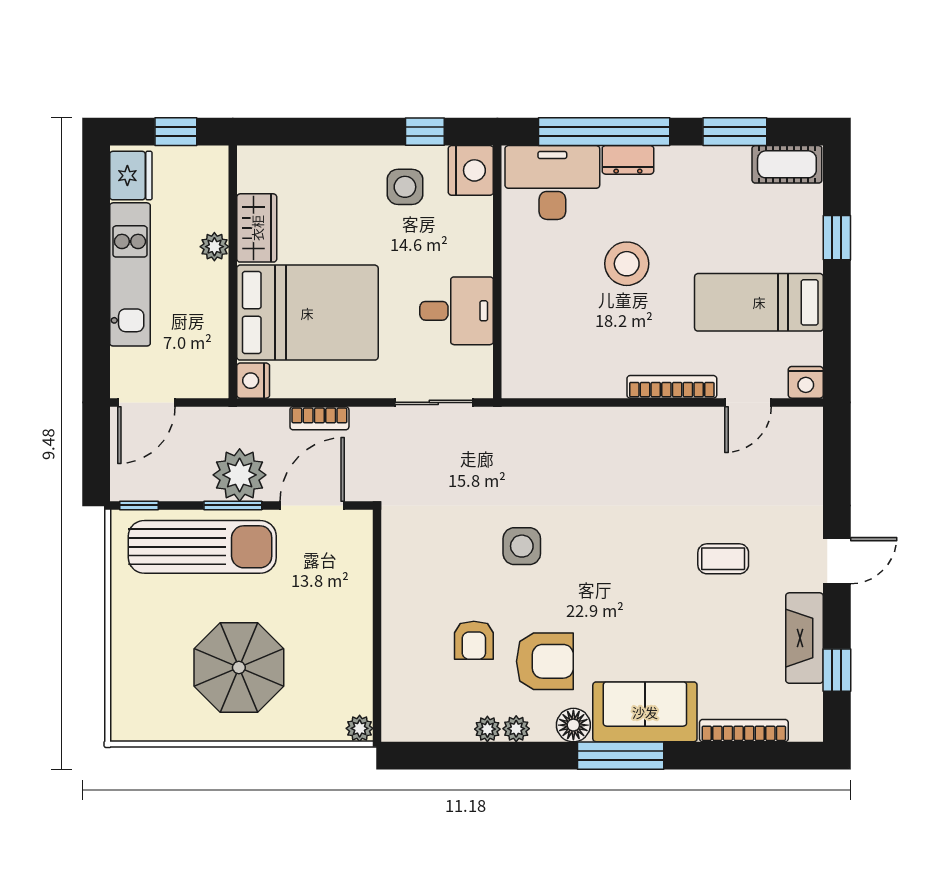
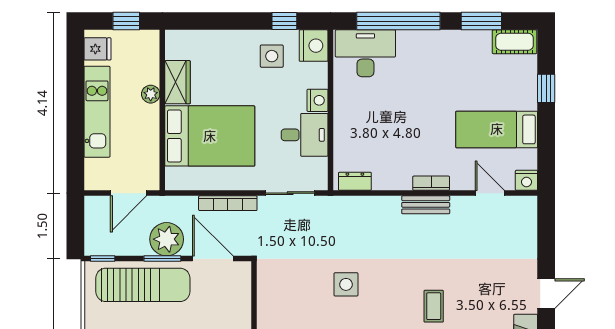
dresser: (628, 160) -> (355, 181), moved, turned 180
fridge: (131, 176) -> (98, 49), width x0.72
stool: (627, 264) -> (413, 105), removed
nightstand: (253, 381) -> (318, 100), moved, turned 180
bookcase: (672, 387) -> (431, 183), width x0.64
door: (146, 402) -> (129, 193), moved
door: (748, 402) -> (490, 193), swing flipped
bookcase: (319, 418) -> (228, 203), width x1.56
bench: (647, 421) -> (426, 205), added
door: (312, 505) -> (213, 259), hinge flipped
coffee table: (723, 559) -> (434, 306), moved, turned 90

